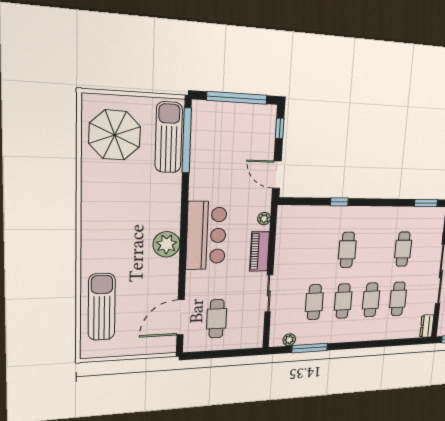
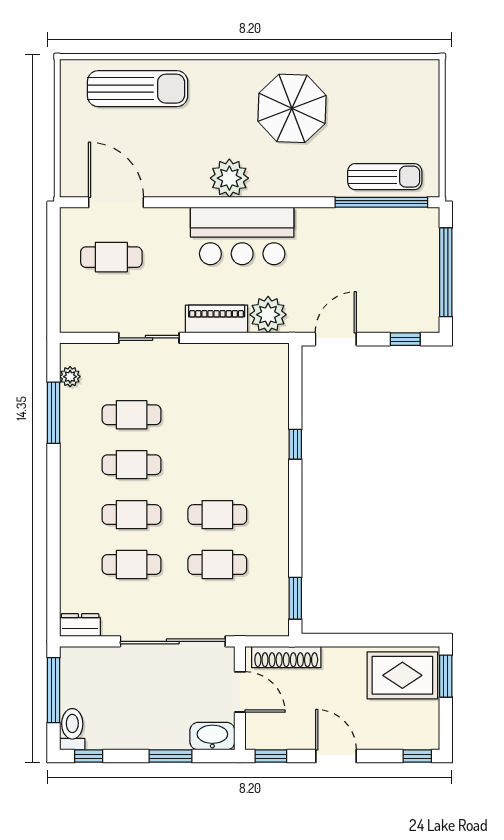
parasol: (115, 135) -> (292, 108), moved
sun lounger: (169, 137) -> (385, 177), width x0.73, depth x0.75
plant: (264, 219) -> (268, 315), width x1.88, depth x1.88
cafe table: (347, 250) -> (217, 515), moved

